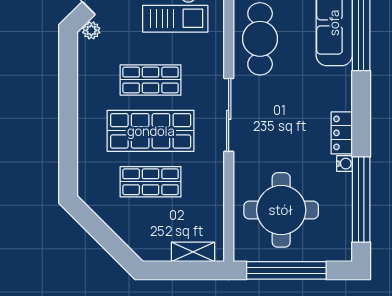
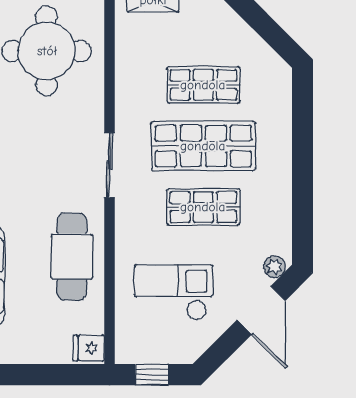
sliding door: (229, 115) -> (110, 165), width x0.73

